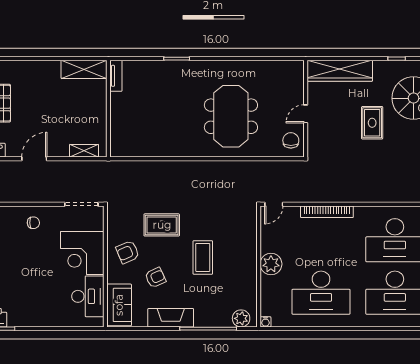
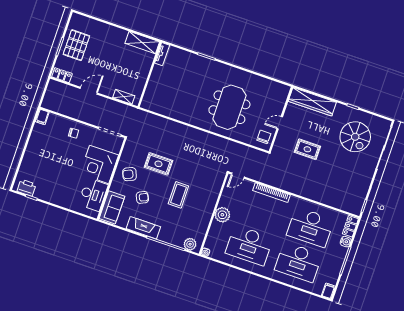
rug: (372, 123) -> (307, 149), moved, turned 90

